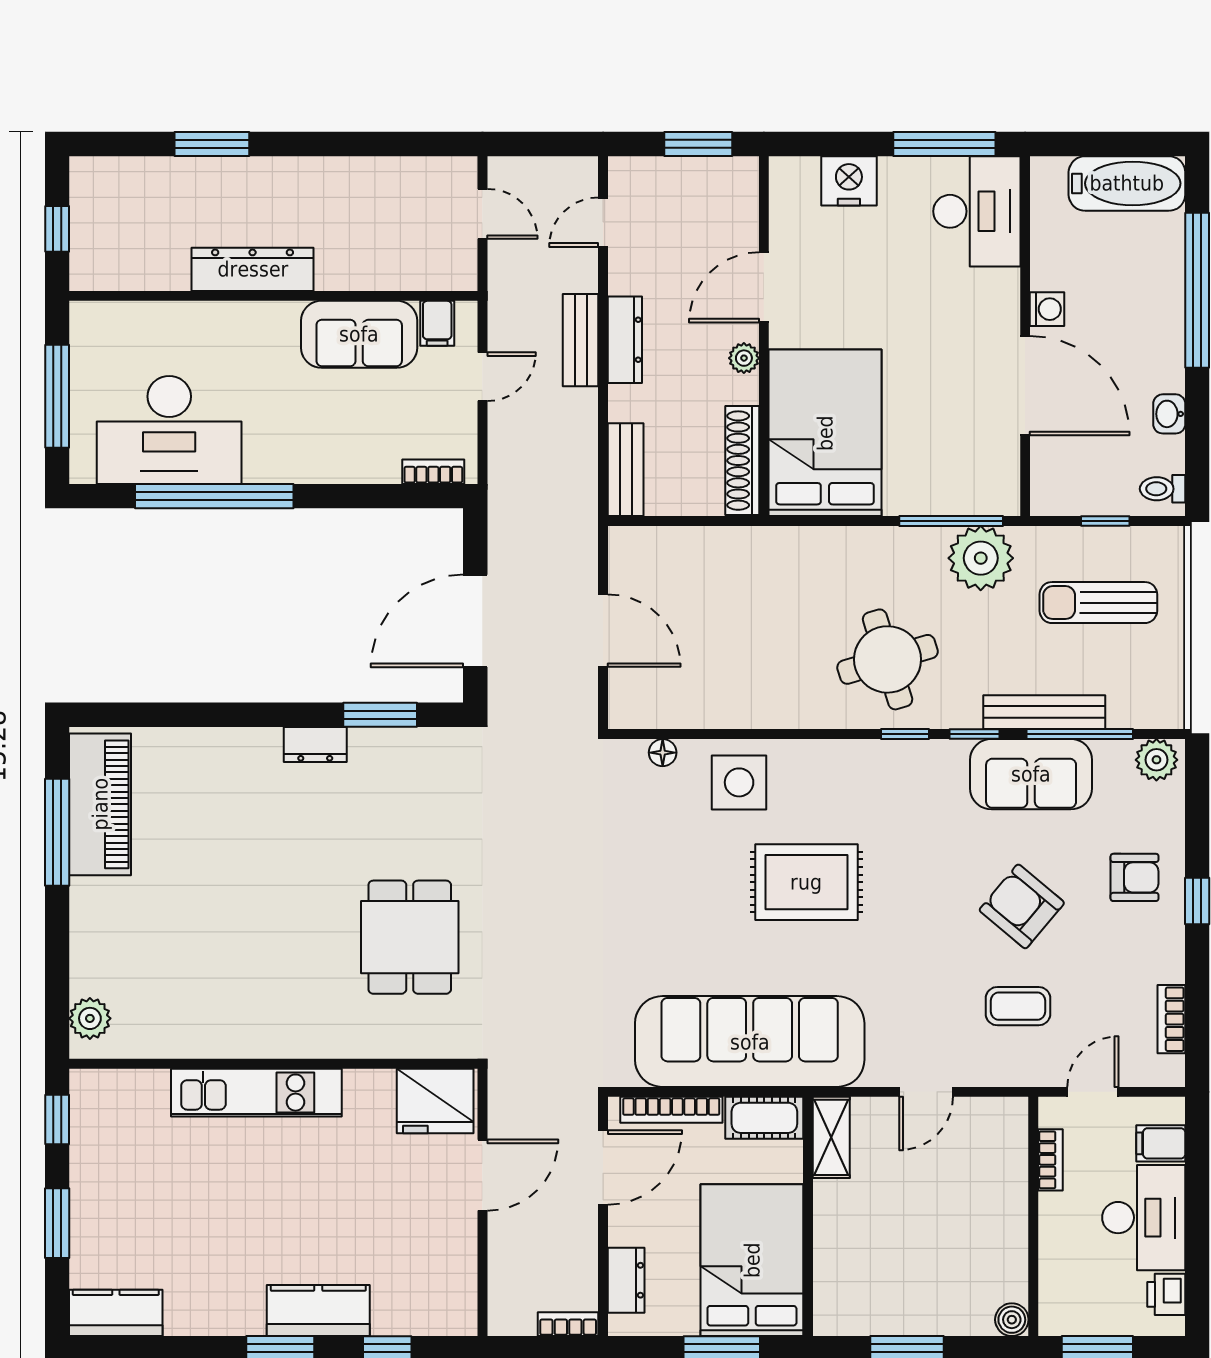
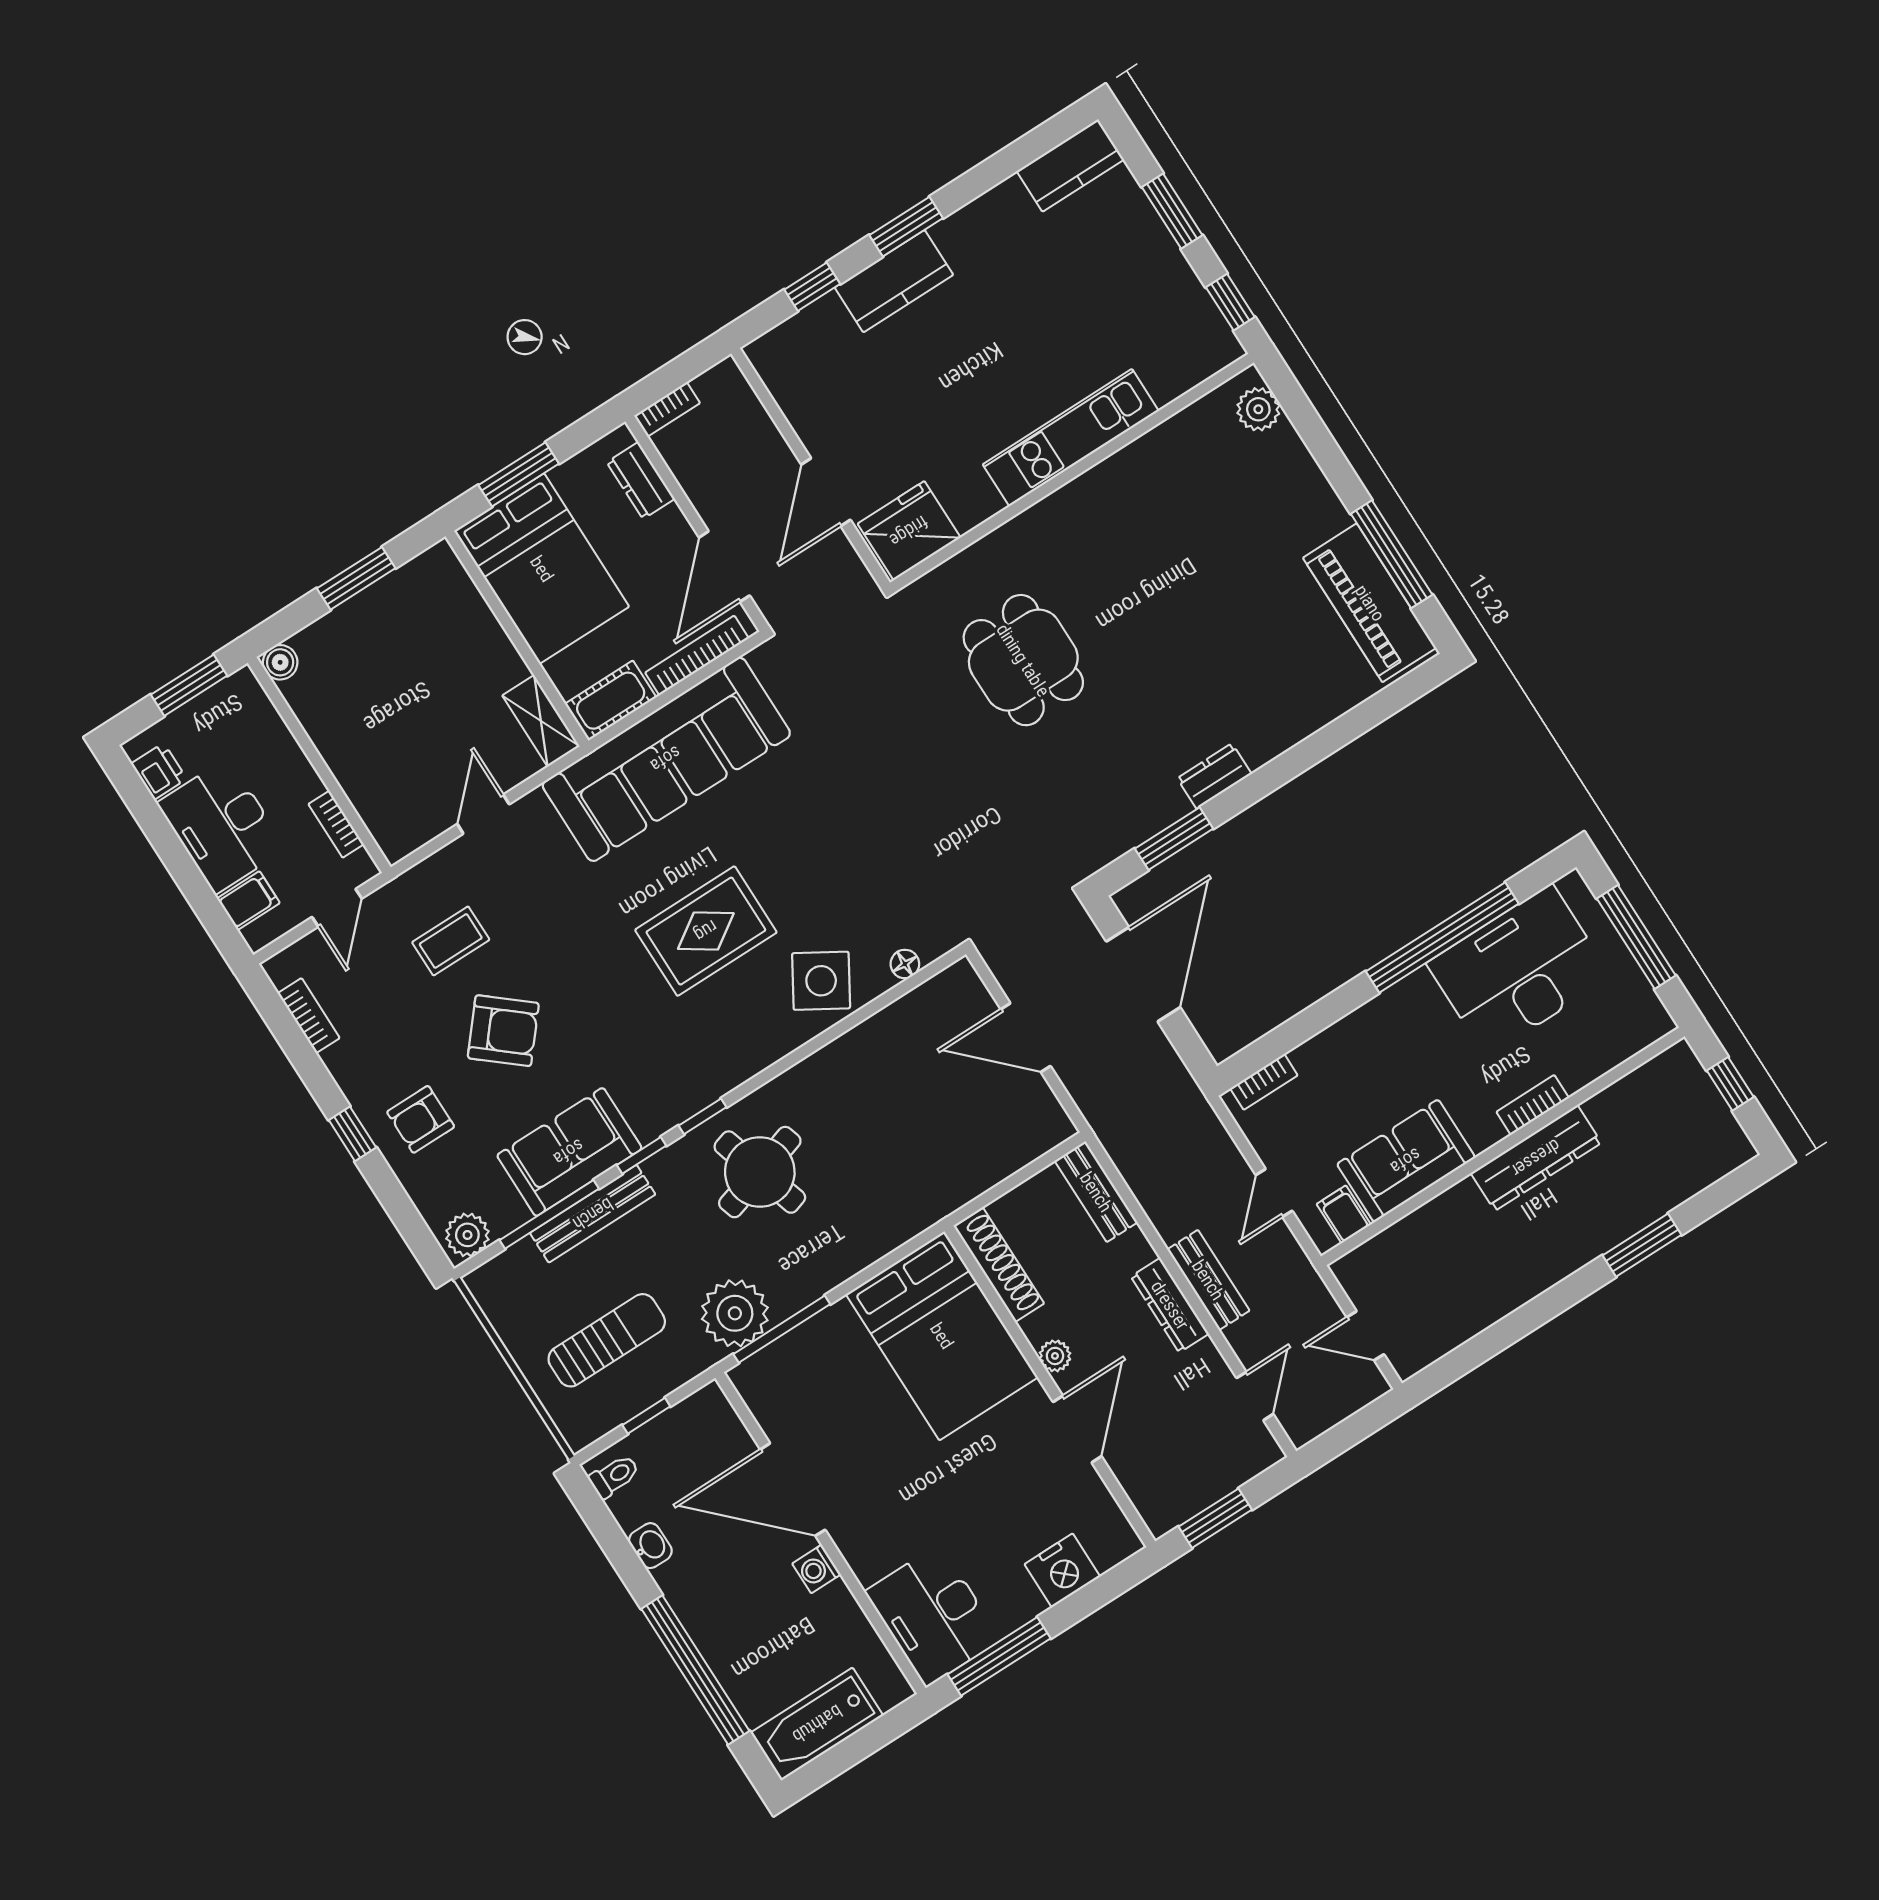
bookcase: (228, 314) -> (1533, 1105), added
side table: (739, 782) -> (821, 981), turned 31

